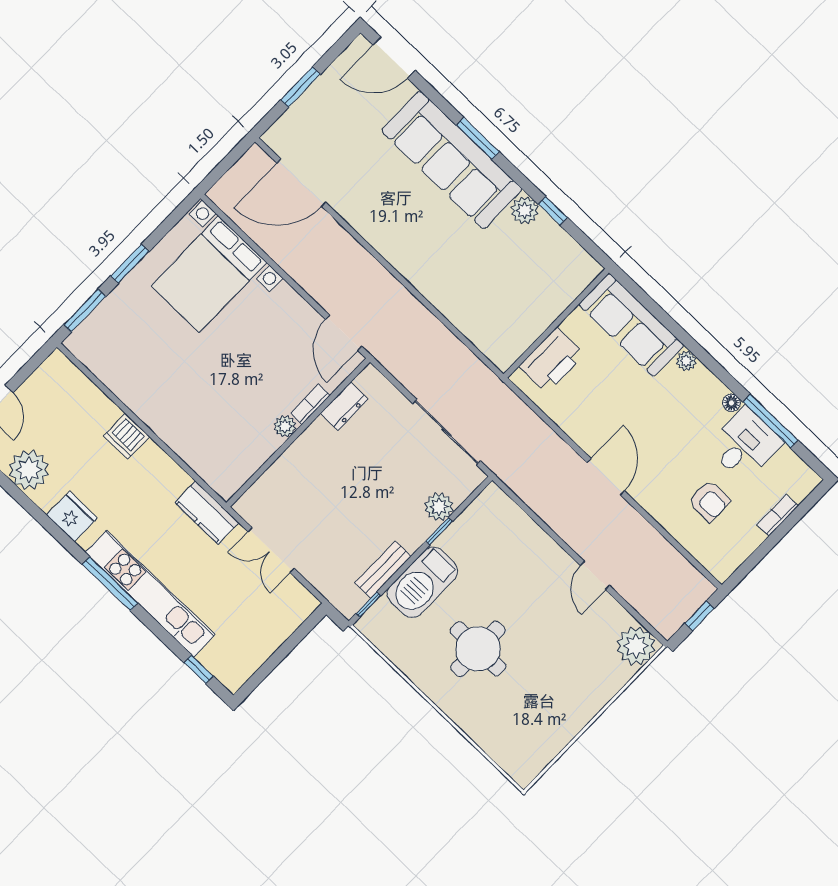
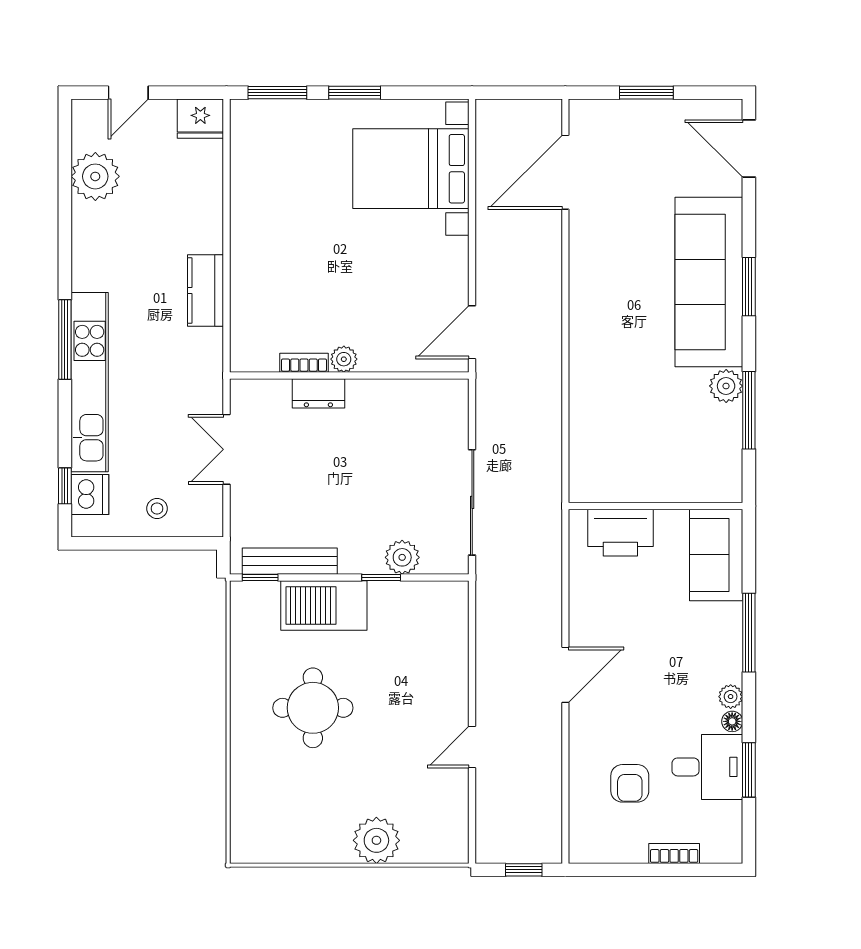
door: (301, 183) -> (565, 172), hinge flipped
window: (553, 211) -> (749, 410), width x2.17
sofa: (631, 325) -> (716, 555), width x0.73
window: (687, 341) -> (749, 633), added
plant: (686, 361) -> (731, 697), moved
bookcase: (310, 404) -> (304, 363), moved
dresser: (344, 406) -> (318, 393), moved
window: (770, 421) -> (749, 770), width x0.69
dishwasher: (127, 436) -> (90, 494), moved, turned 180
kitchen counter: (207, 513) -> (206, 291), moved
fridge: (72, 517) -> (200, 119), moved, turned 90
bench: (383, 569) -> (290, 561), width x1.36
stool: (266, 627) -> (157, 508), added
plant: (636, 646) -> (376, 840), moved

